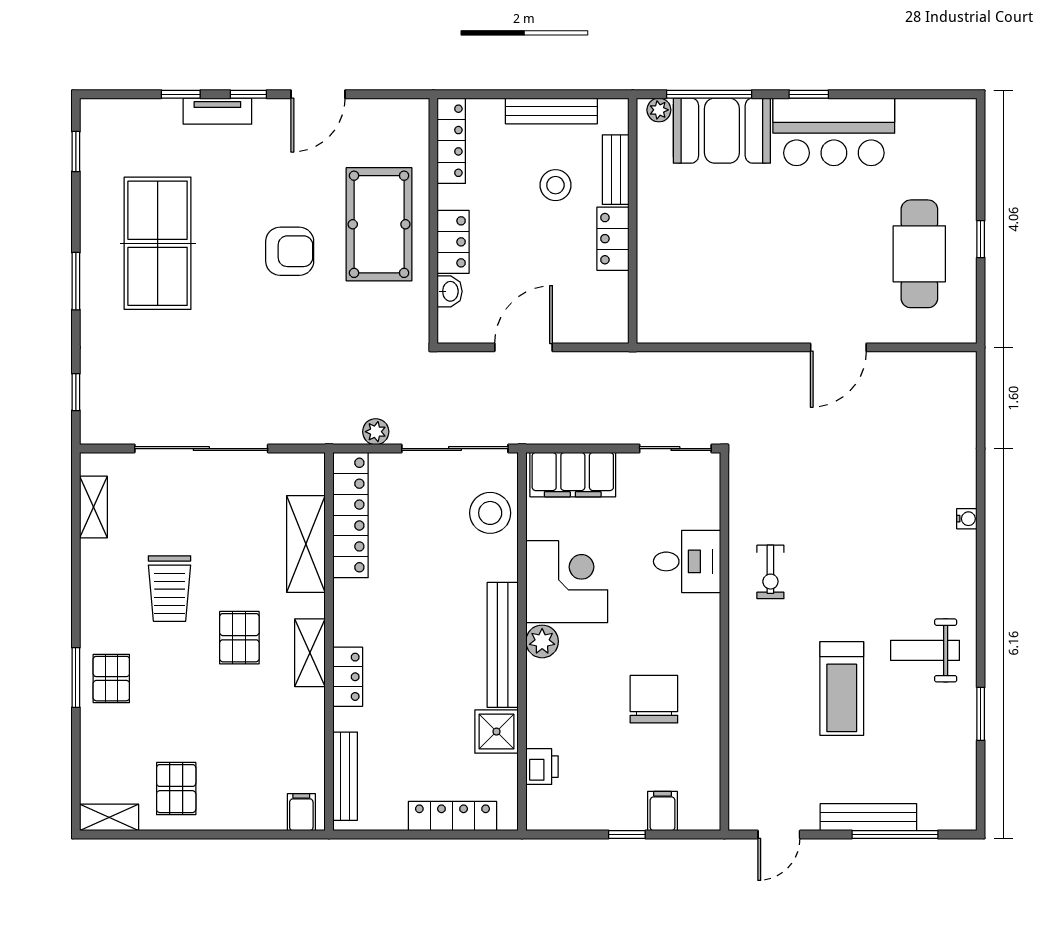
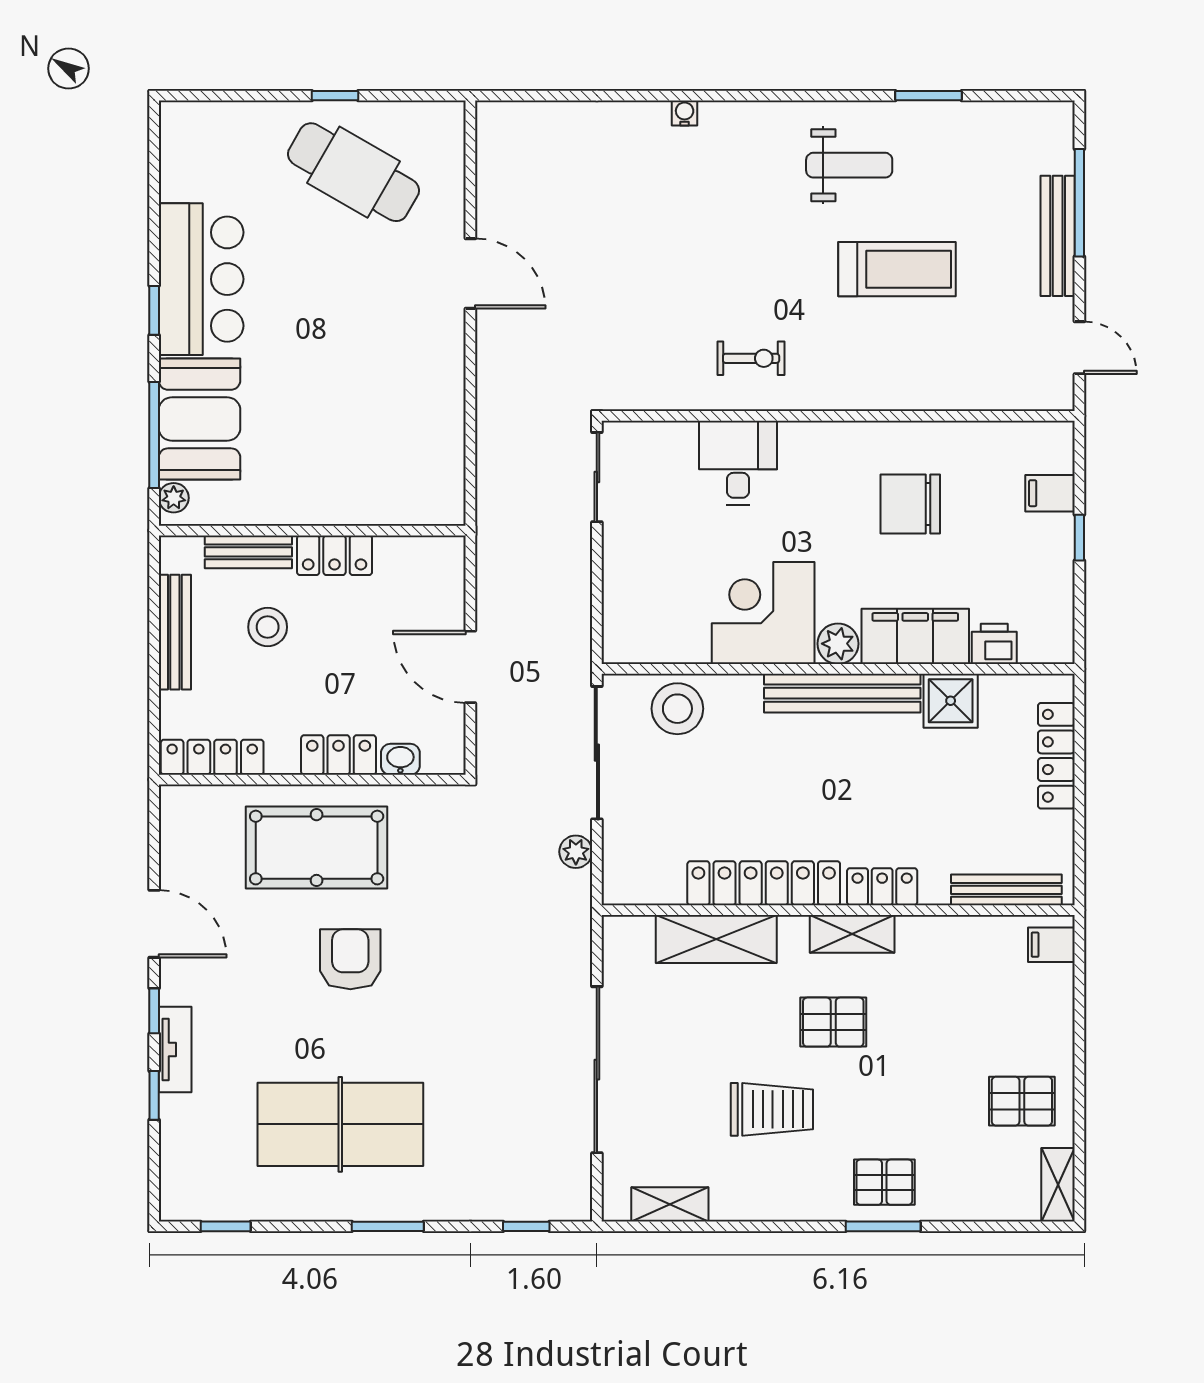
cafe table: (919, 254) -> (353, 172), turned 30
filing cabinet: (573, 475) -> (915, 636), moved, turned -90
locker: (351, 515) -> (764, 883), moved
weight bench: (925, 650) -> (849, 165), turned -90

